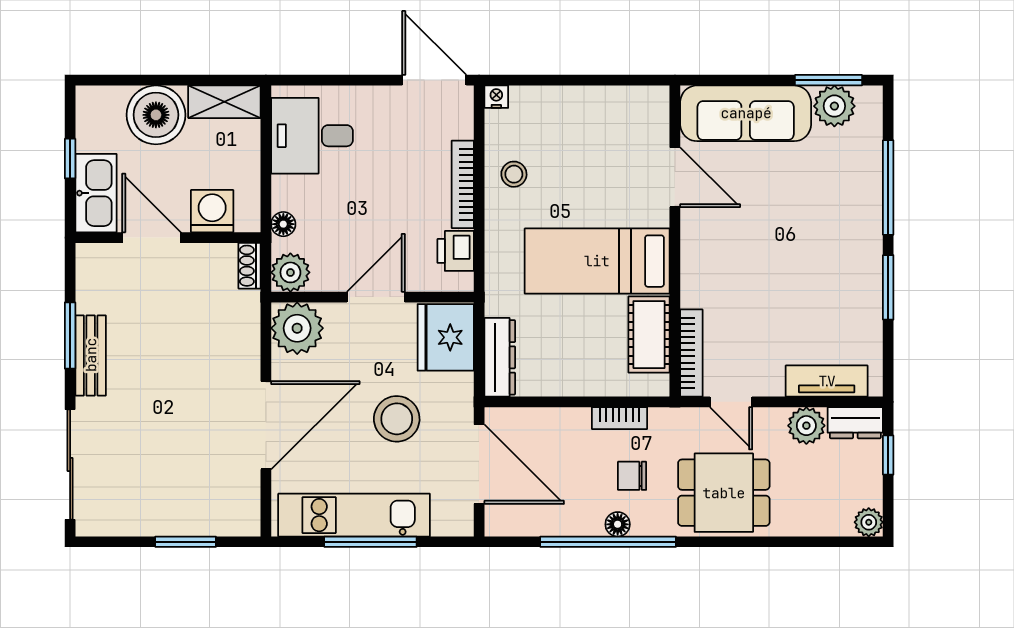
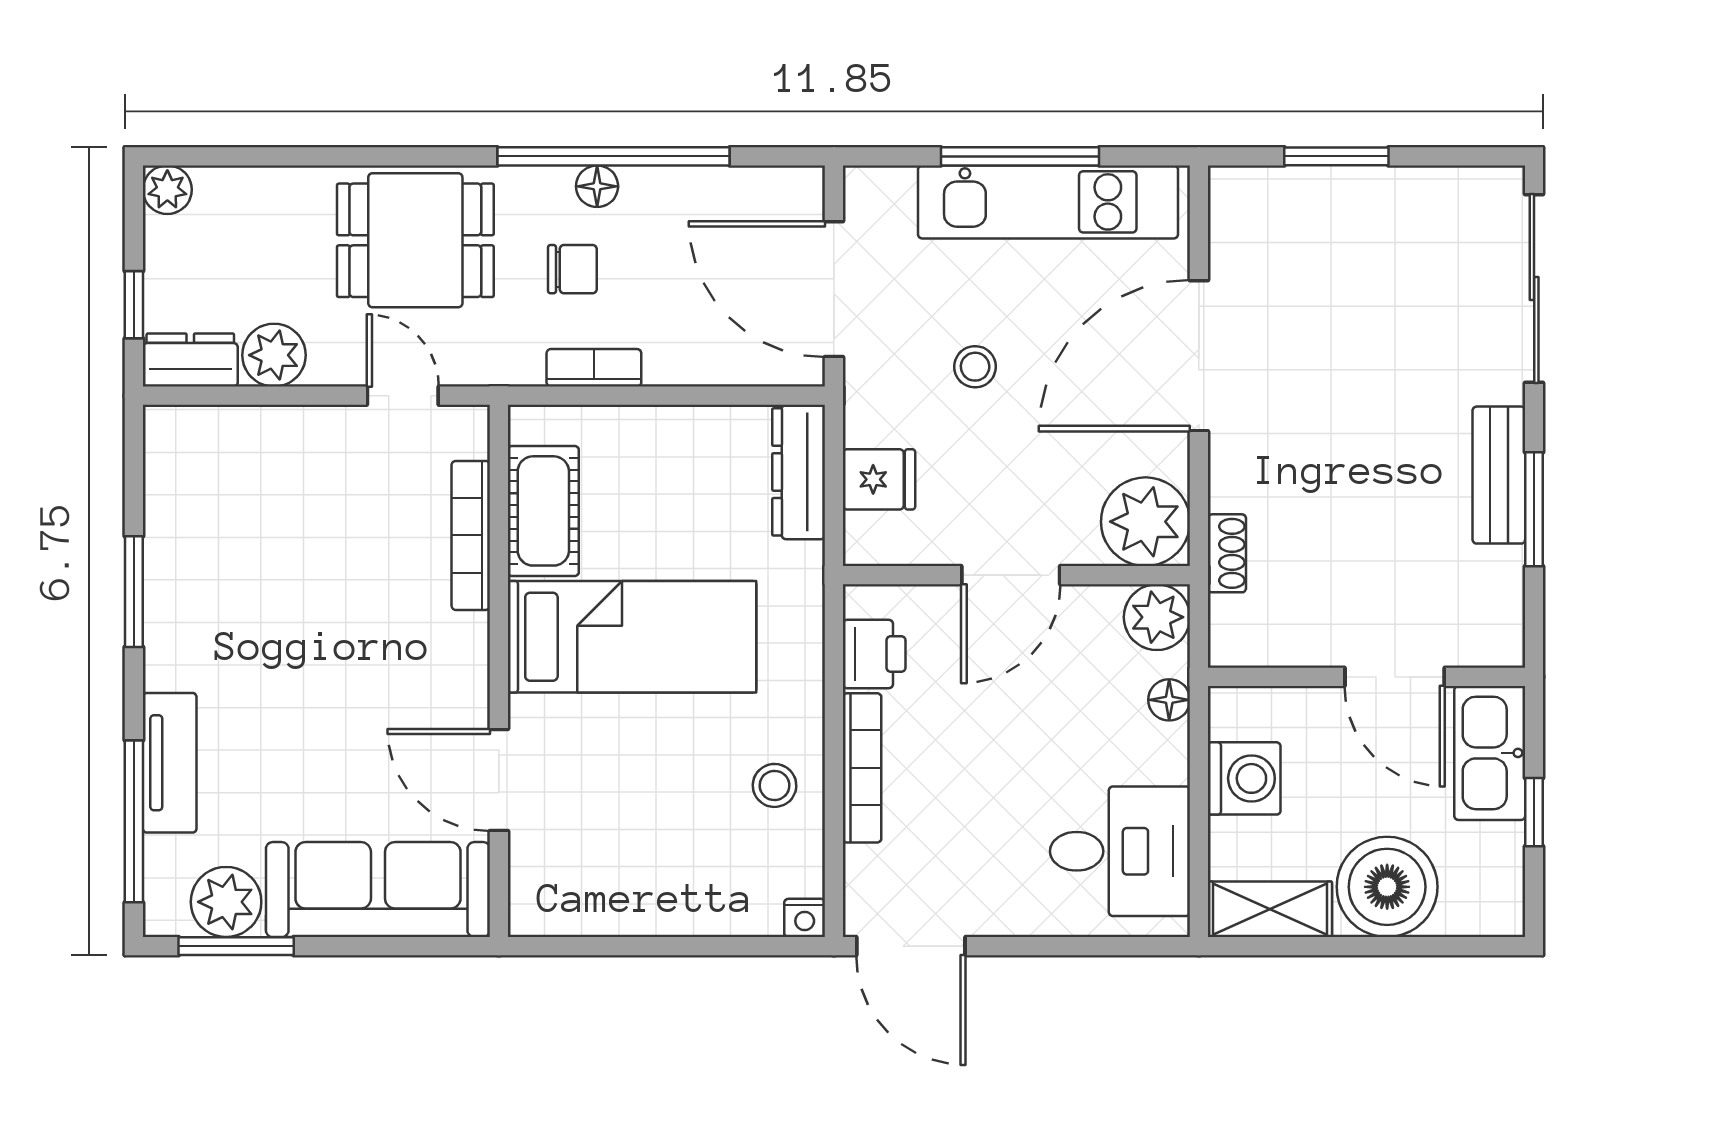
window: (888, 187) -> (134, 821), moved
washing machine: (212, 211) -> (1244, 778), moved, turned -90
shoe rack: (250, 266) -> (1227, 553), moved
fridge: (446, 337) -> (879, 479), width x0.53, depth x0.75
bookcase: (691, 353) -> (471, 535), moved
tv unit: (827, 381) -> (170, 763), moved, turned -90
stool: (397, 419) -> (975, 367), width x0.53, depth x0.53

